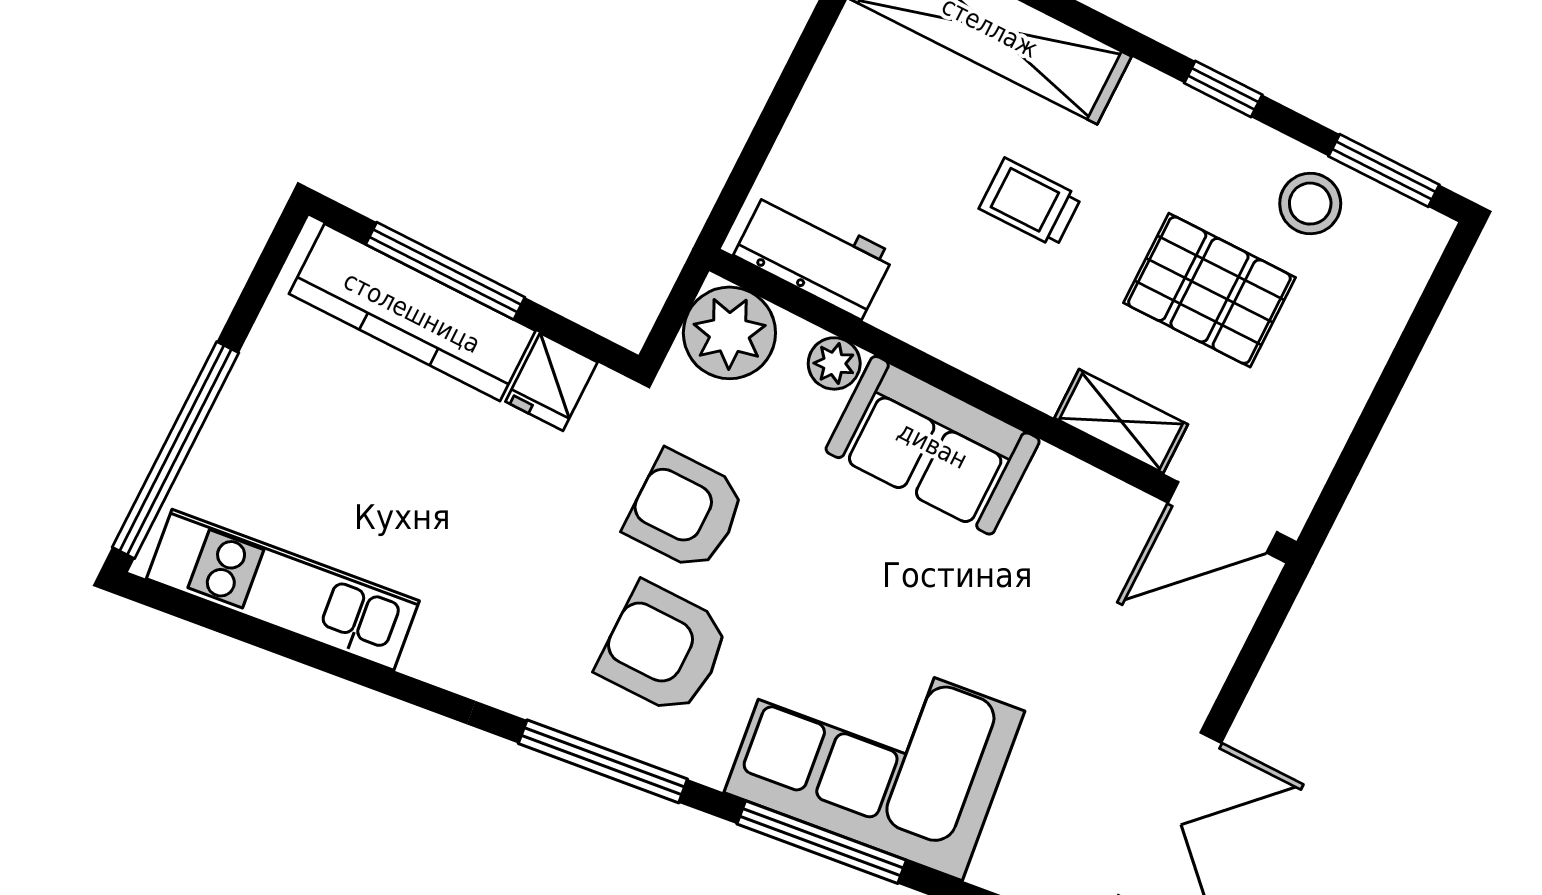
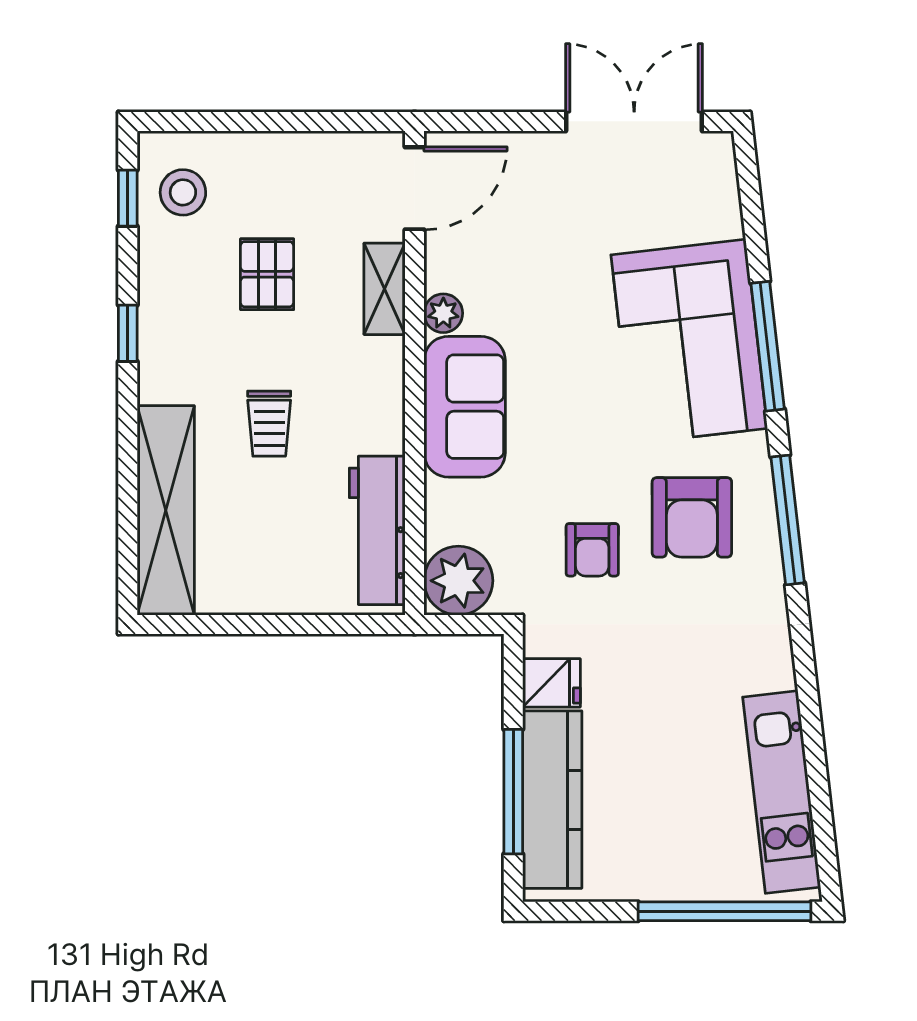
window: (1384, 170) -> (128, 198), width x0.67
stool: (1310, 204) -> (183, 192), moved
workbench: (814, 254) -> (377, 530), width x1.38
pallet: (1209, 290) -> (267, 274), width x0.67, depth x0.71
plant: (834, 363) -> (443, 313), moved
armchair: (685, 511) -> (592, 550), width x0.72, depth x0.72
door: (1222, 517) -> (415, 188), hinge flipped

